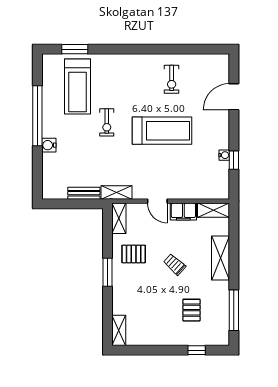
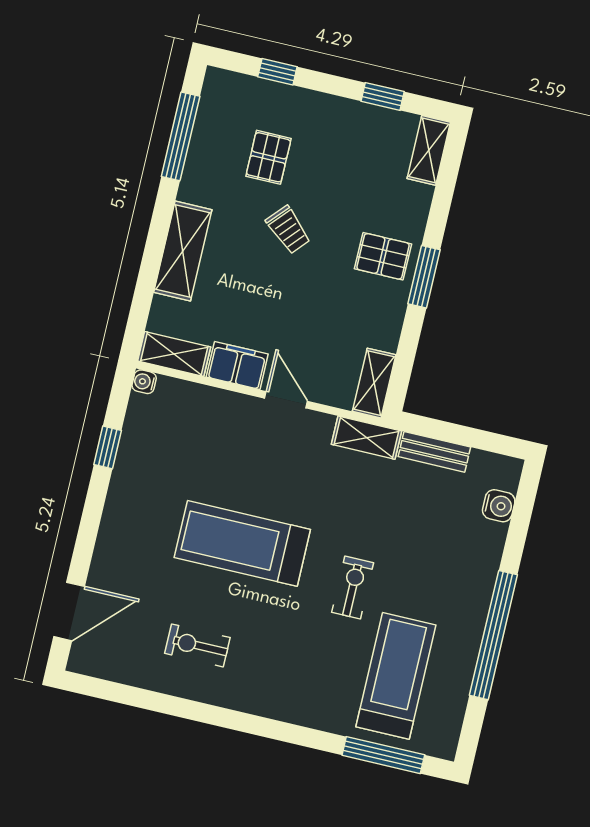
window: (75, 49) -> (383, 755), width x1.44
exercise bike: (172, 79) -> (197, 645), turned -90
door: (234, 97) -> (69, 611), moved
water cooler: (49, 145) -> (499, 506), moved
water cooler: (224, 155) -> (144, 382), moved
pallet: (134, 254) -> (383, 256), moved
trolley: (175, 264) -> (288, 230), moved
window: (146, 350) -> (383, 96), added

